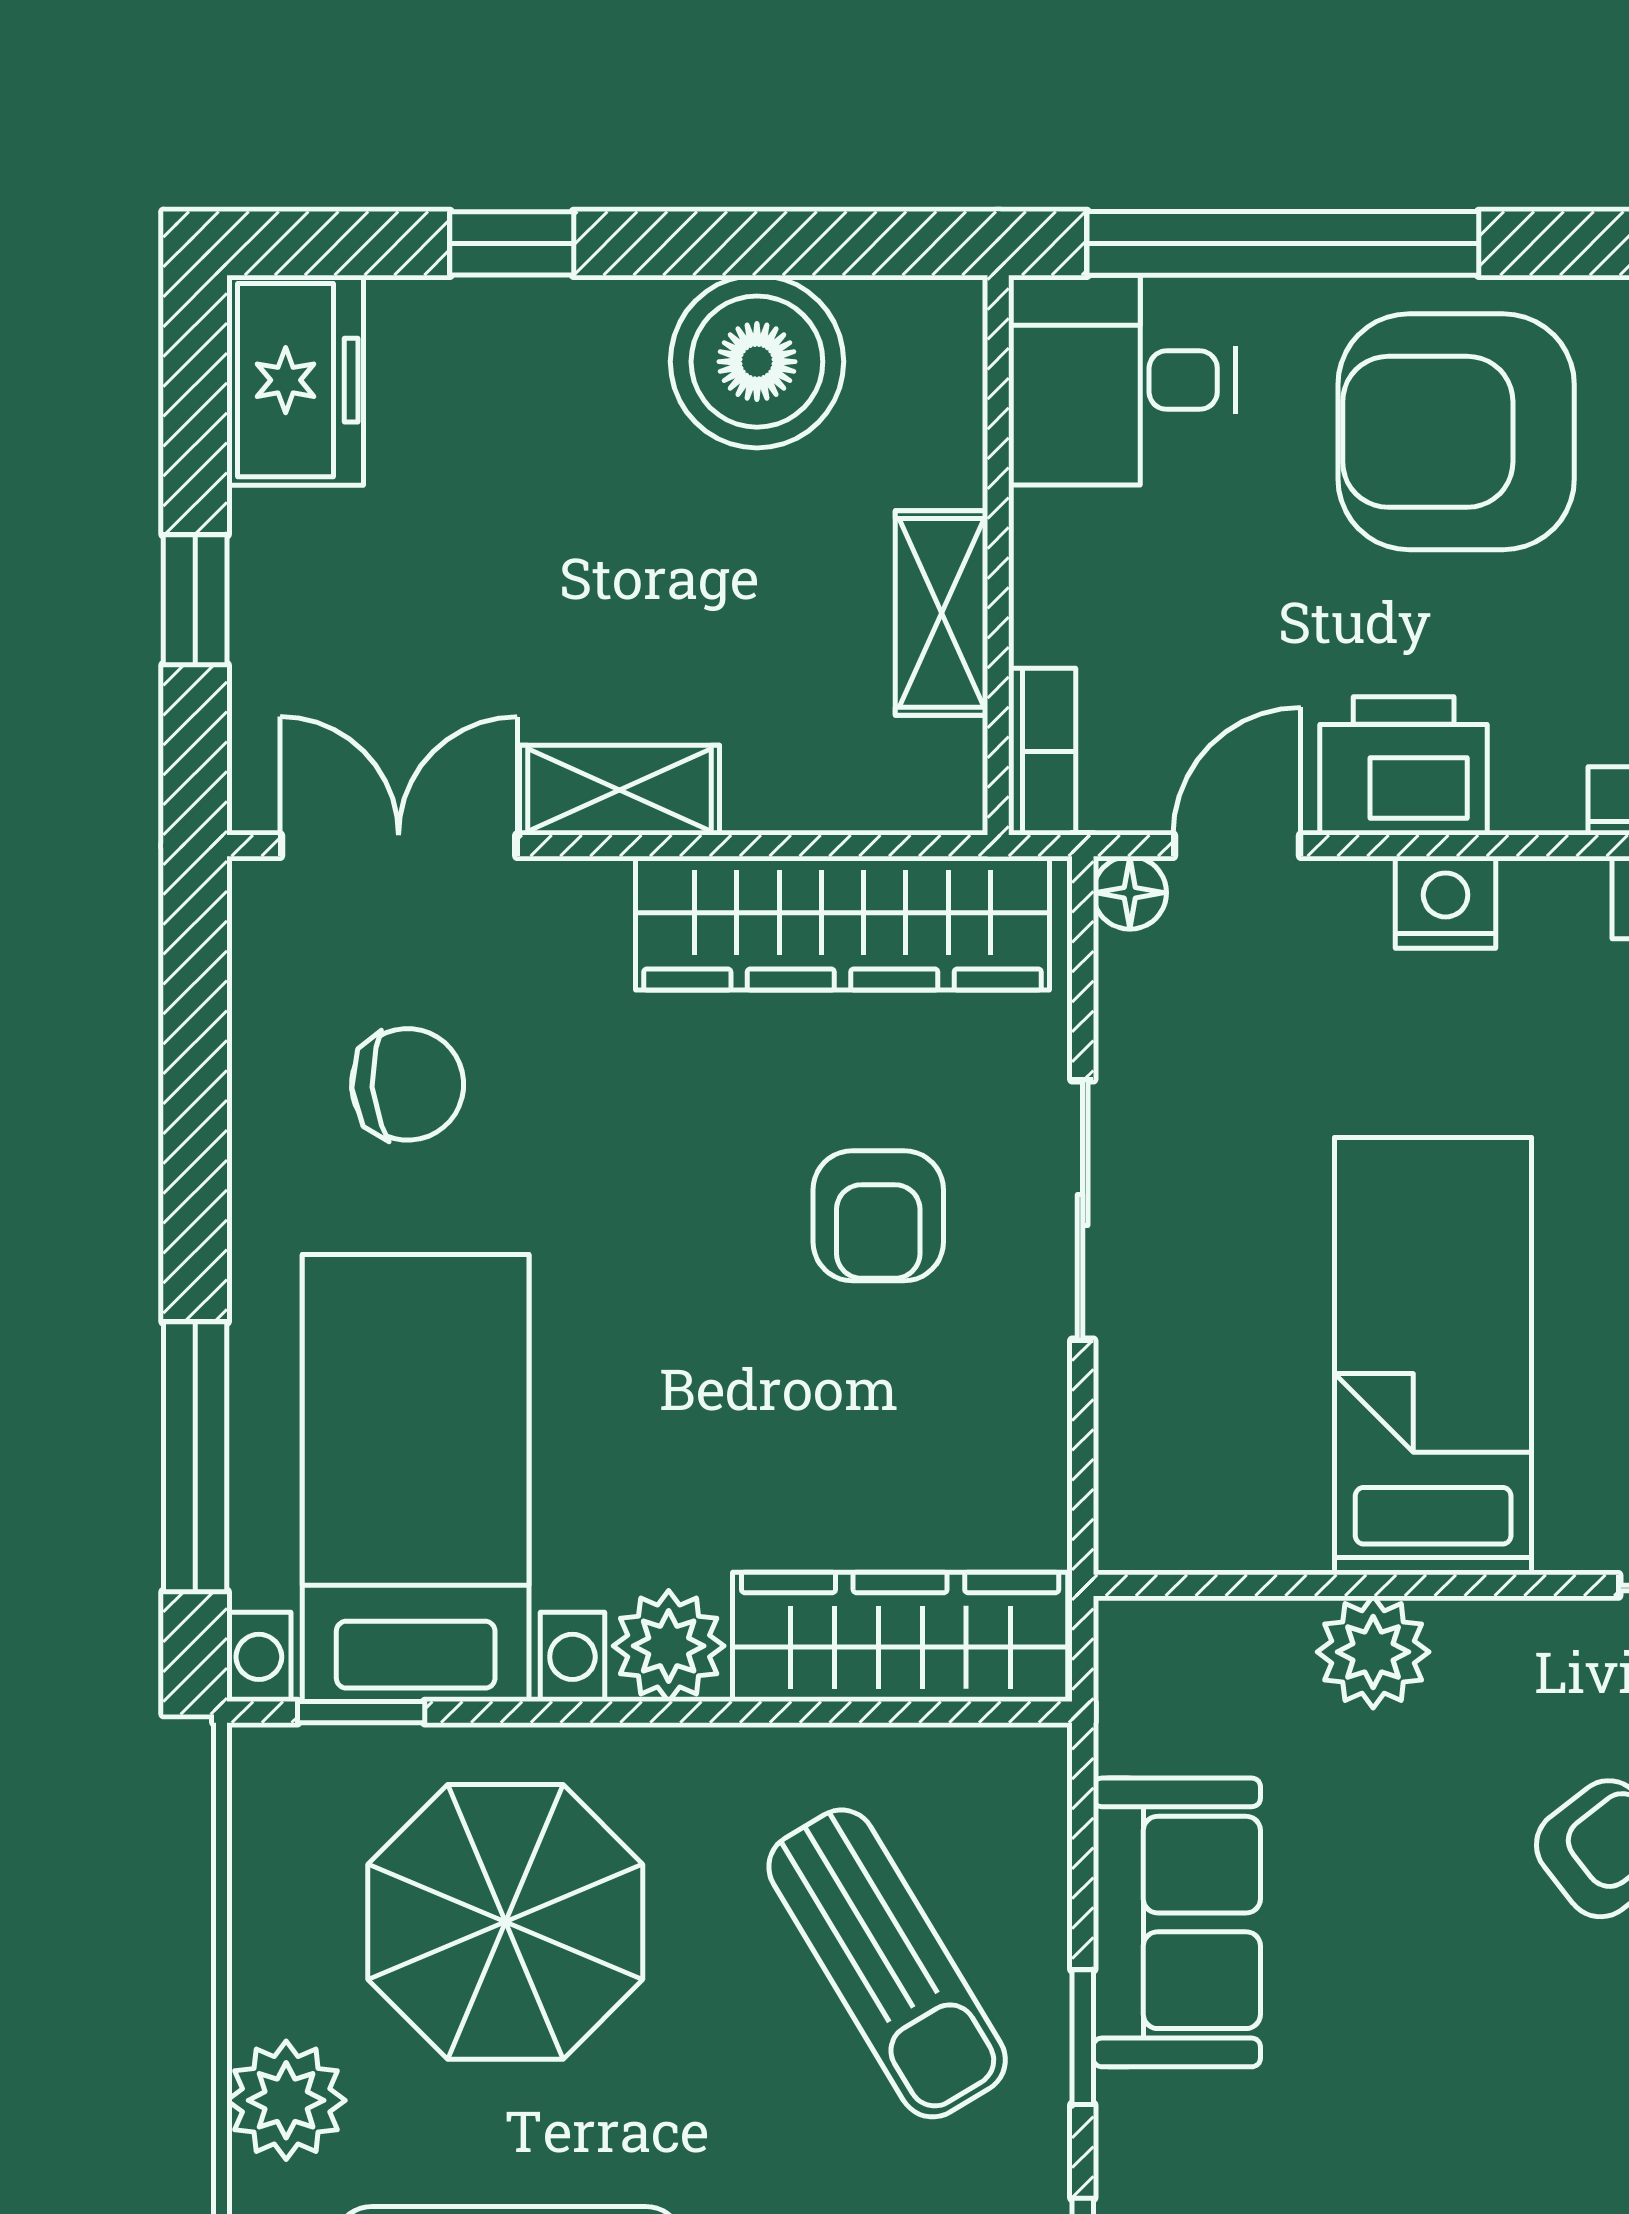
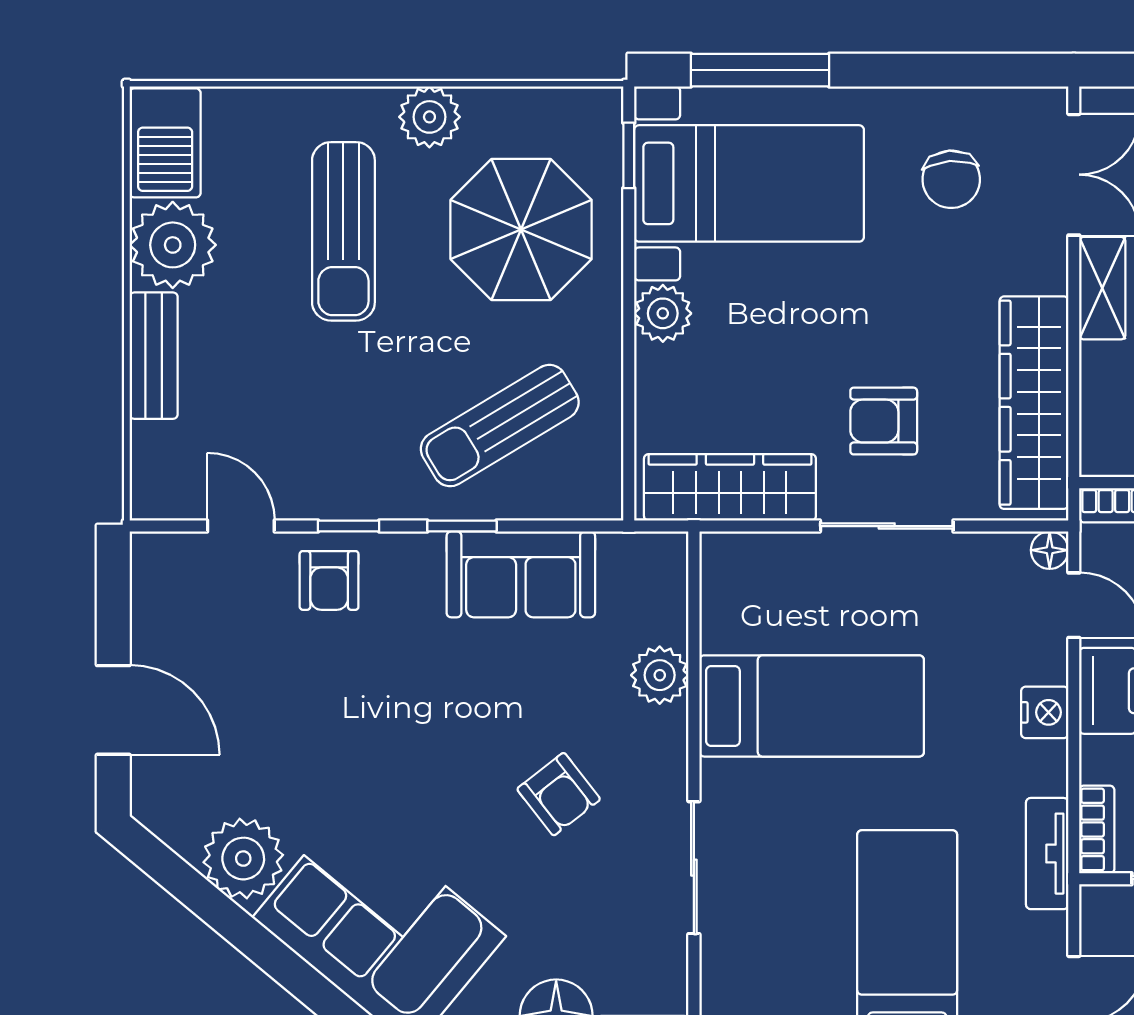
wardrobe: (900, 1637) -> (730, 487), moved, turned -90

